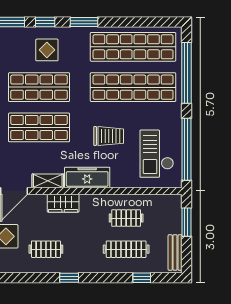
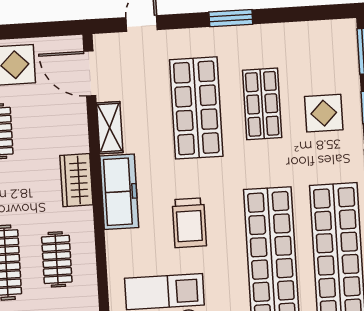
shop shelf: (39, 87) -> (262, 104), width x0.70, depth x0.74
wardrobe: (63, 203) -> (76, 180), moved

